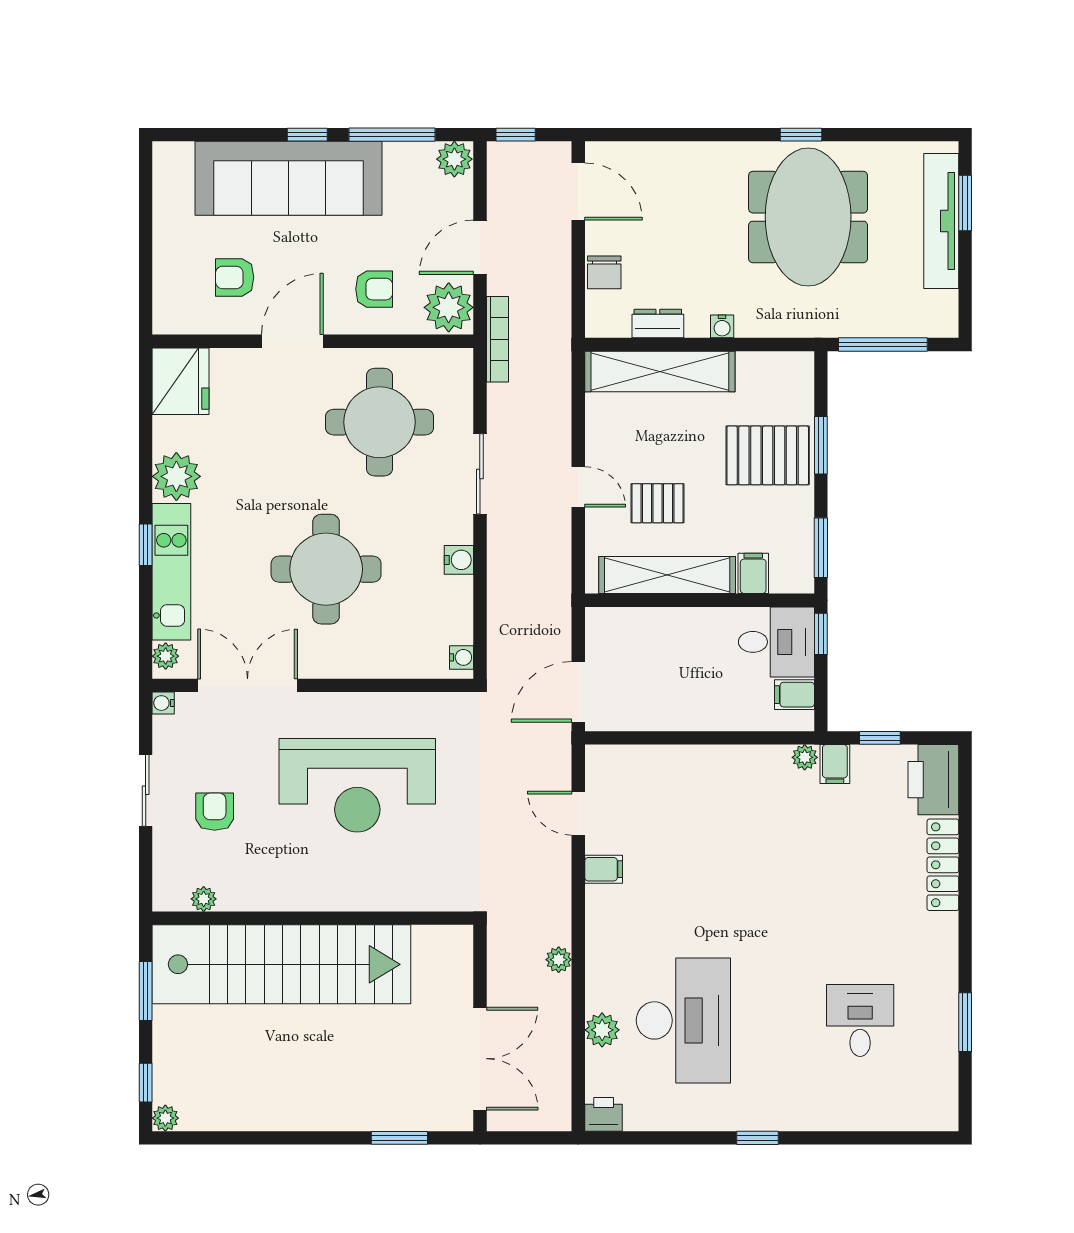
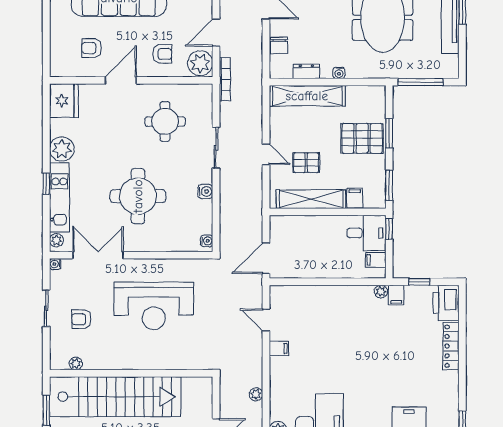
round table: (379, 422) -> (165, 121), width x0.73, depth x0.73
armchair: (215, 812) -> (81, 319), turned -90

